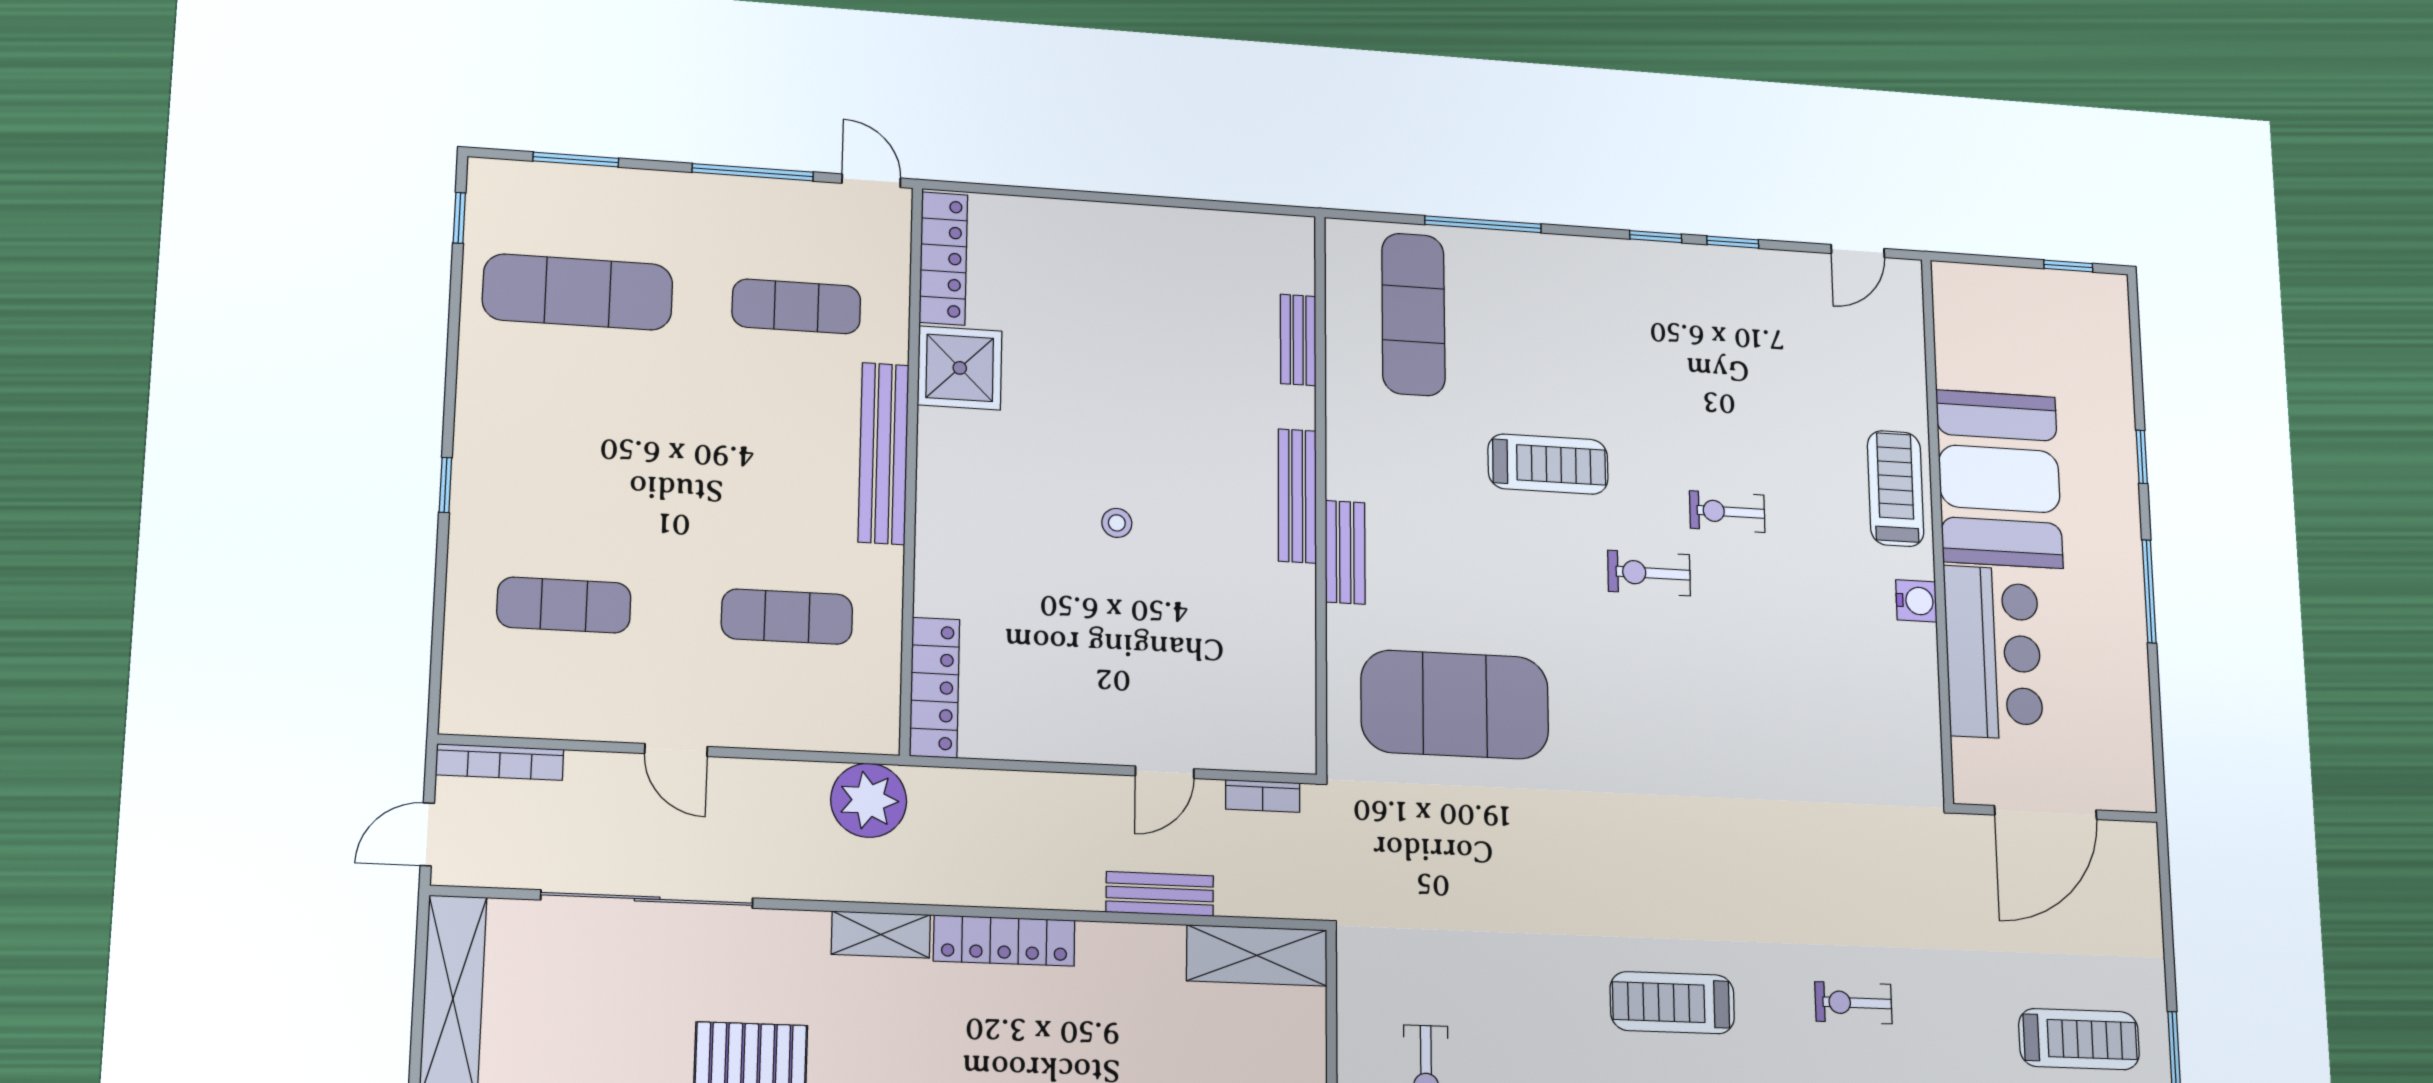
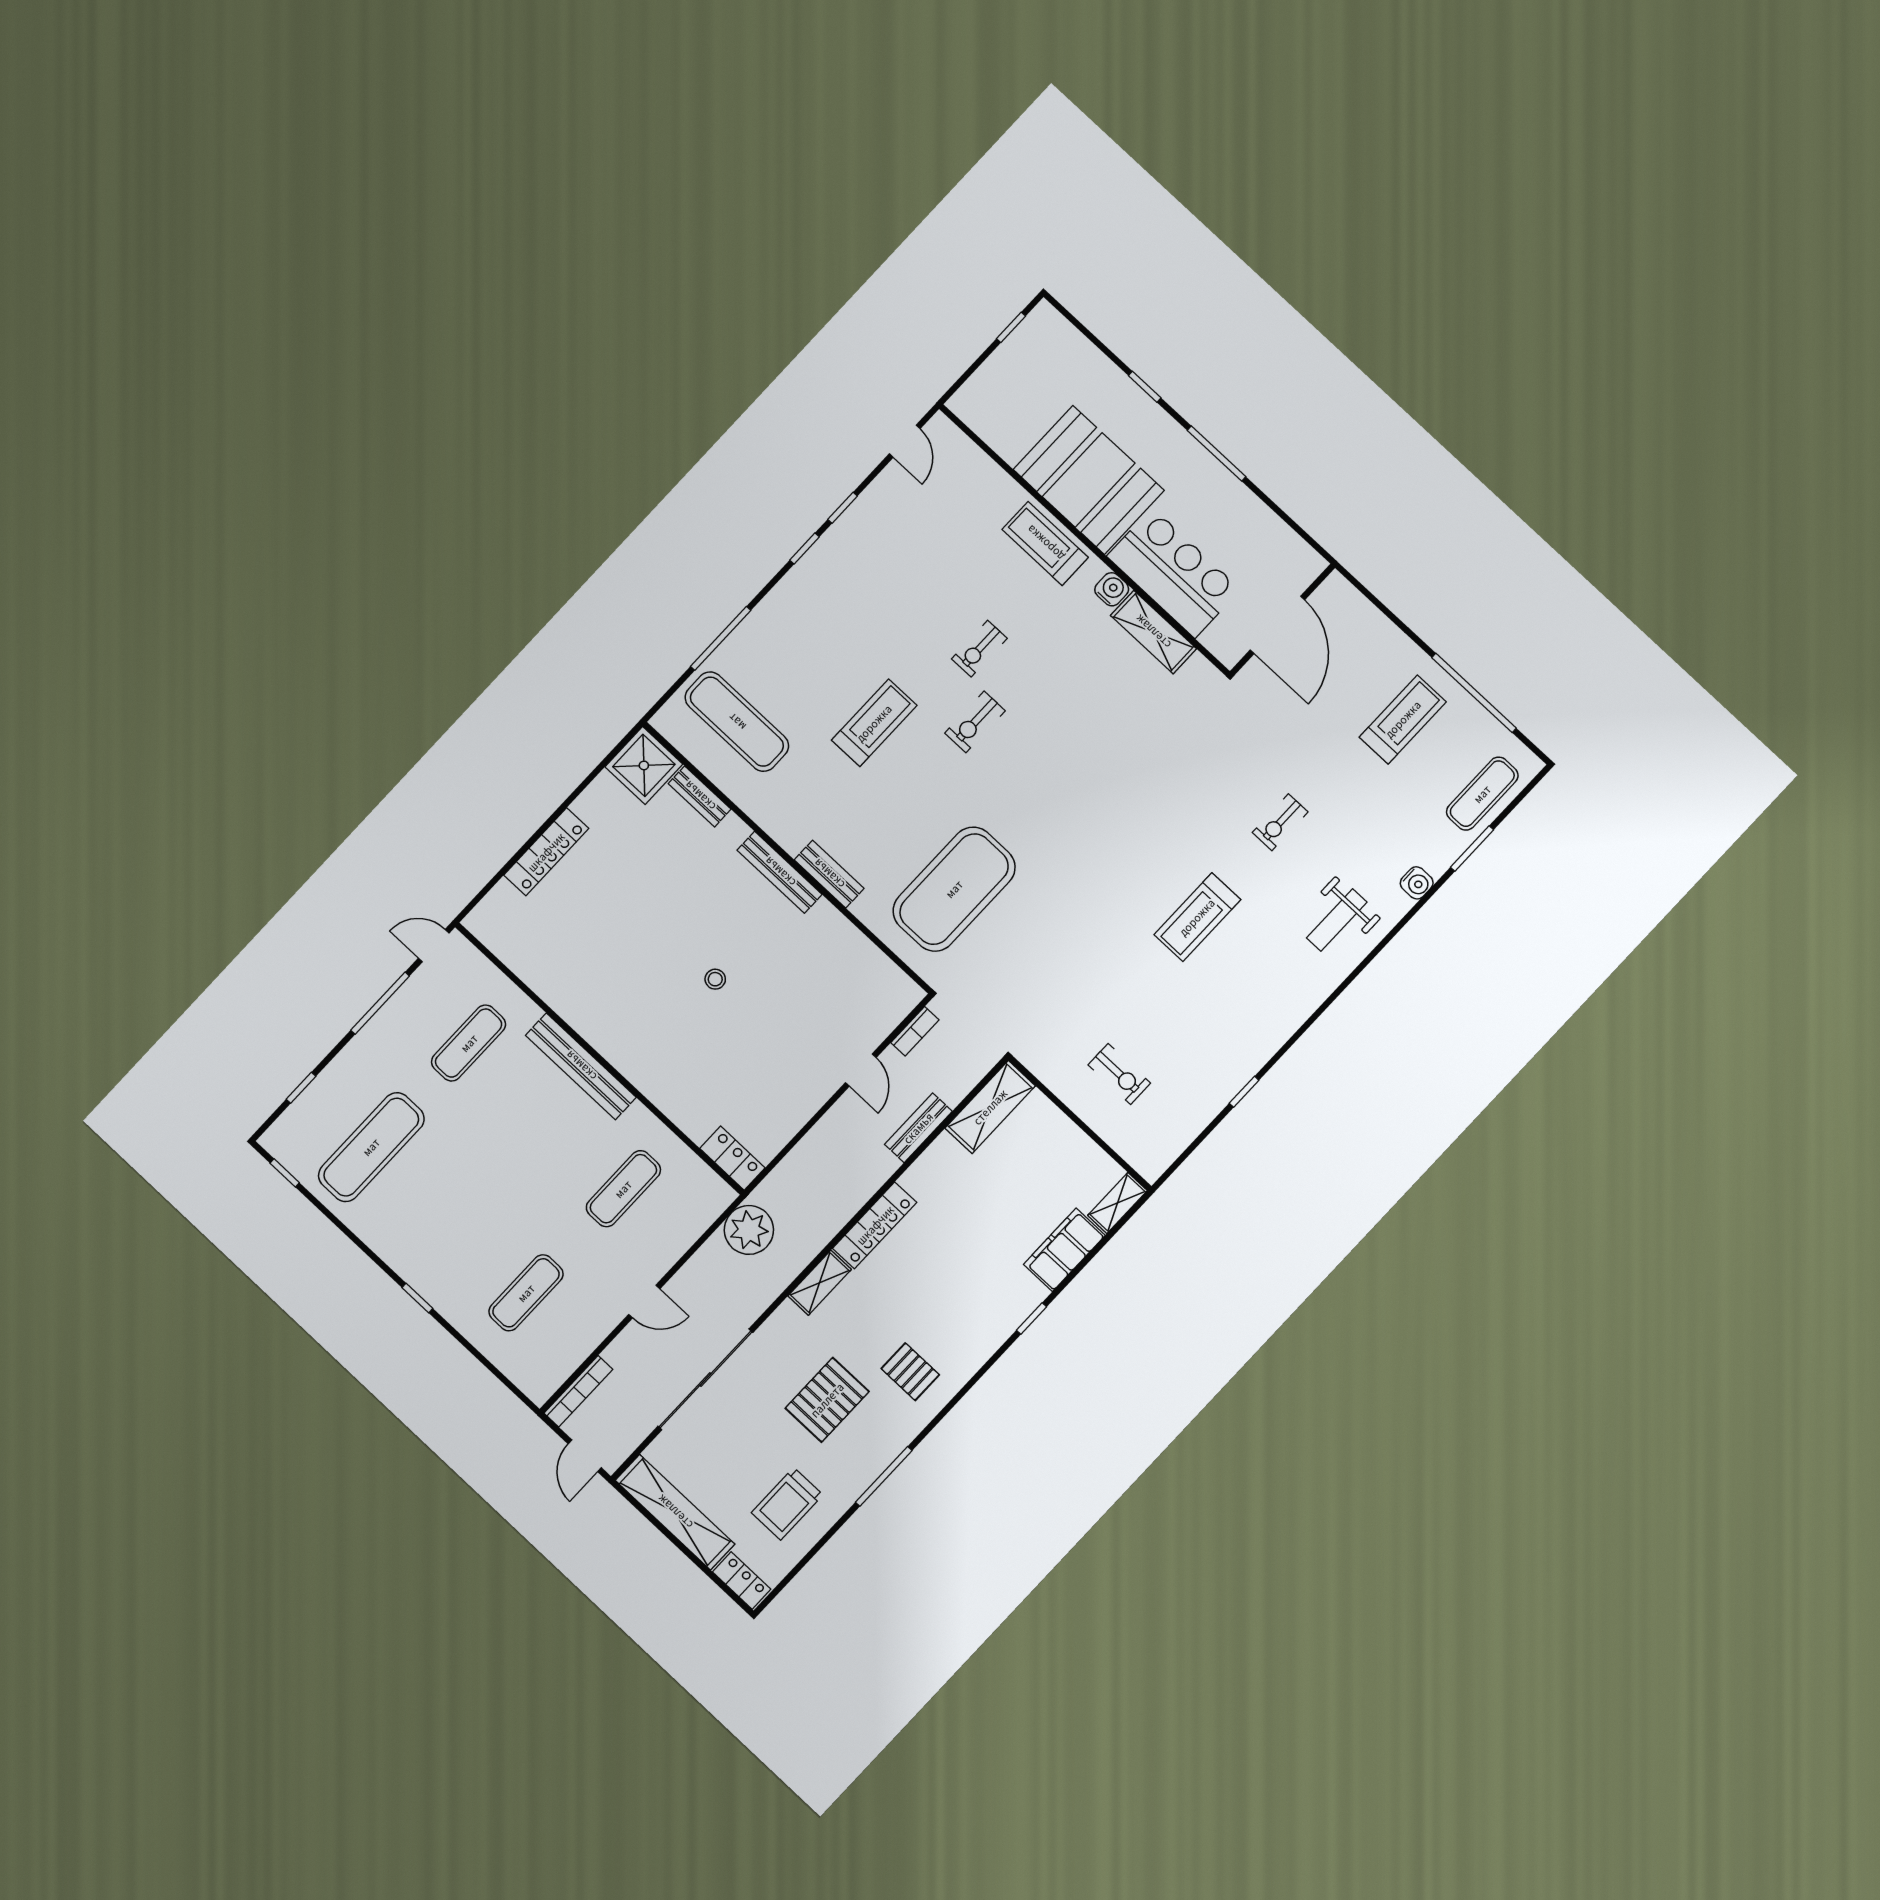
window: (576, 160) -> (301, 1088), width x0.67
locker: (943, 258) -> (546, 852), moved, turned 90
shower: (960, 368) -> (644, 765), moved
shelving: (1916, 685) -> (1153, 632), added
locker: (935, 687) -> (732, 1158), width x0.66

